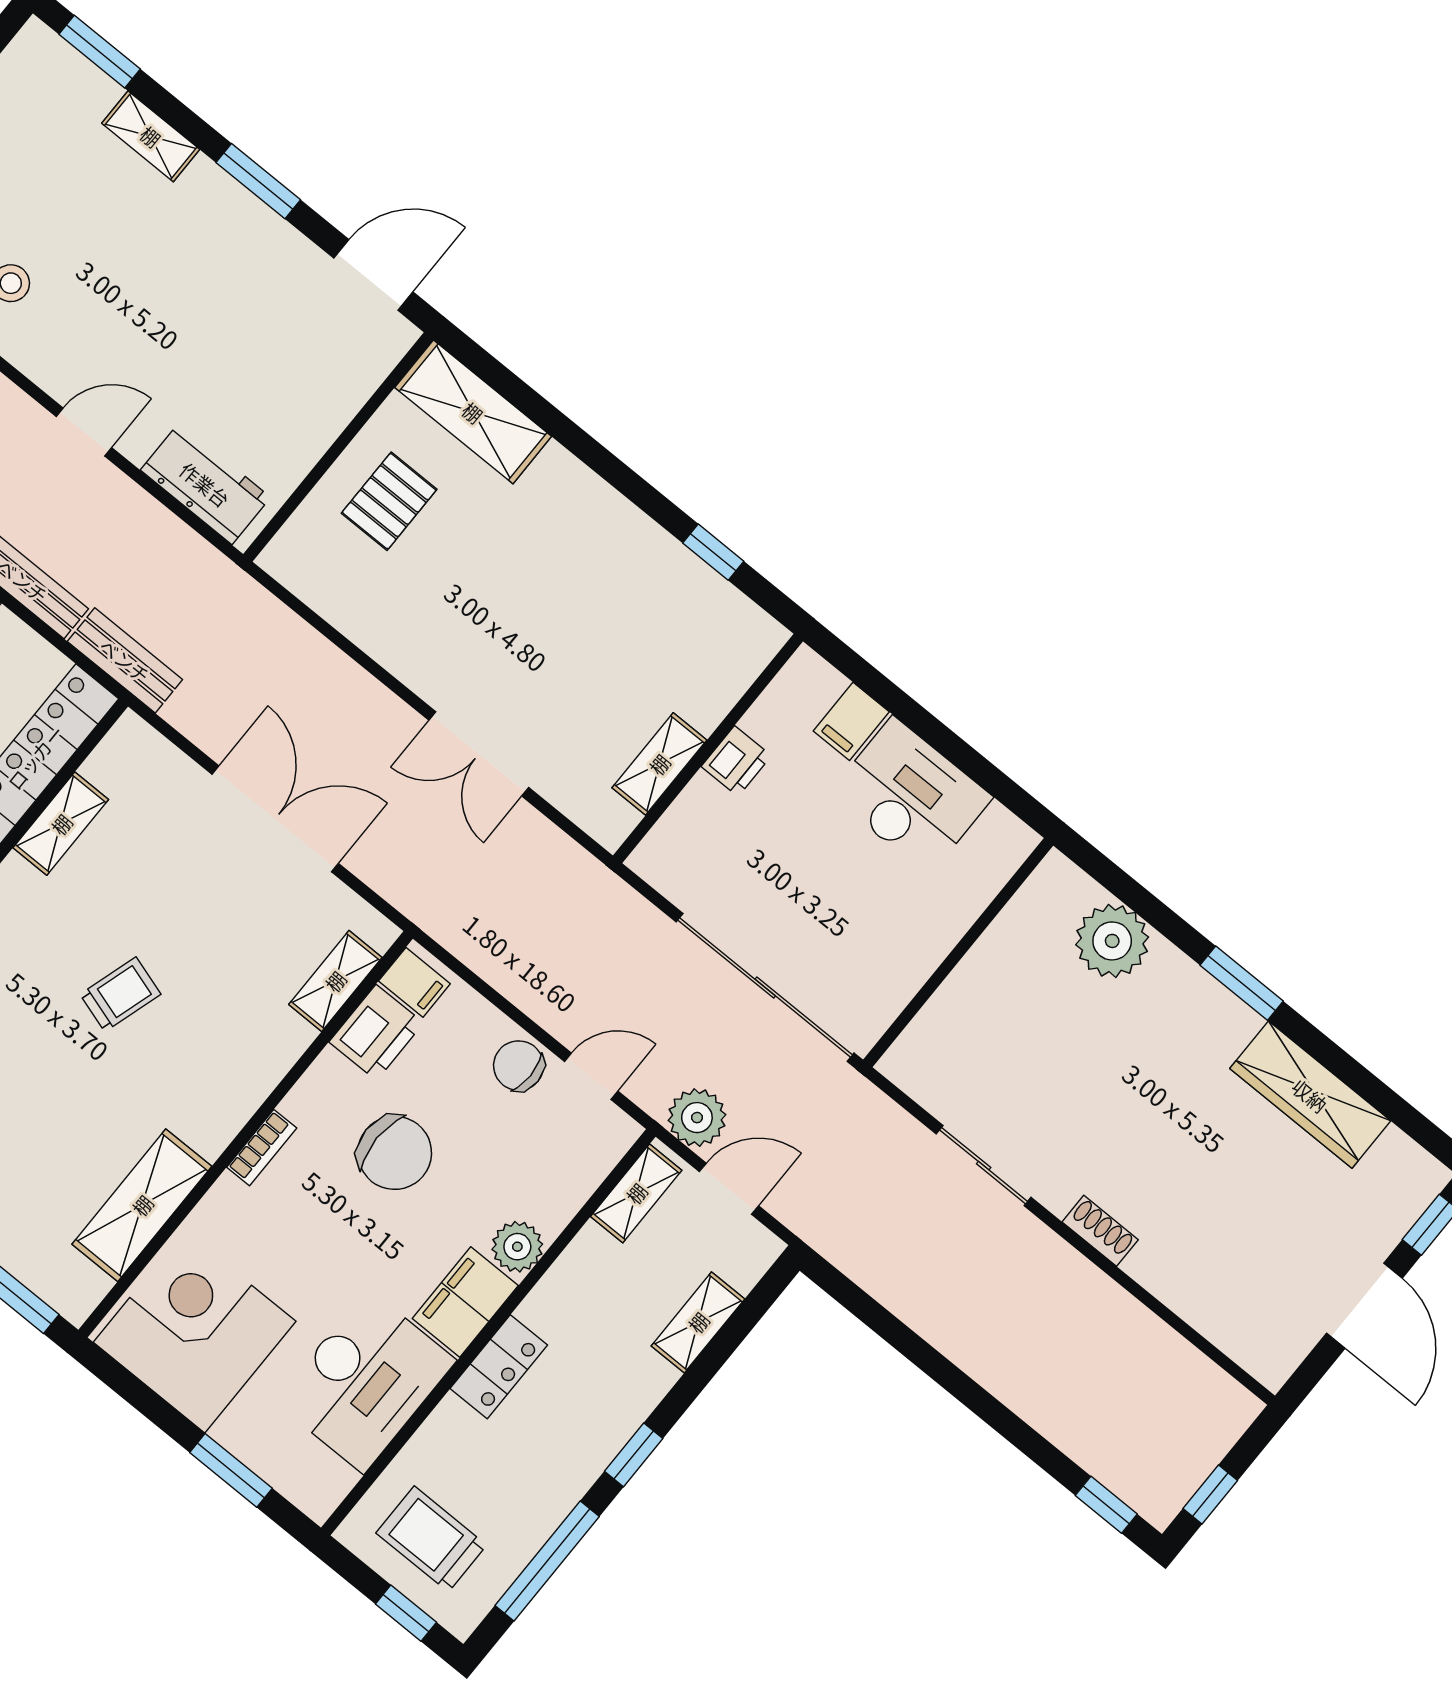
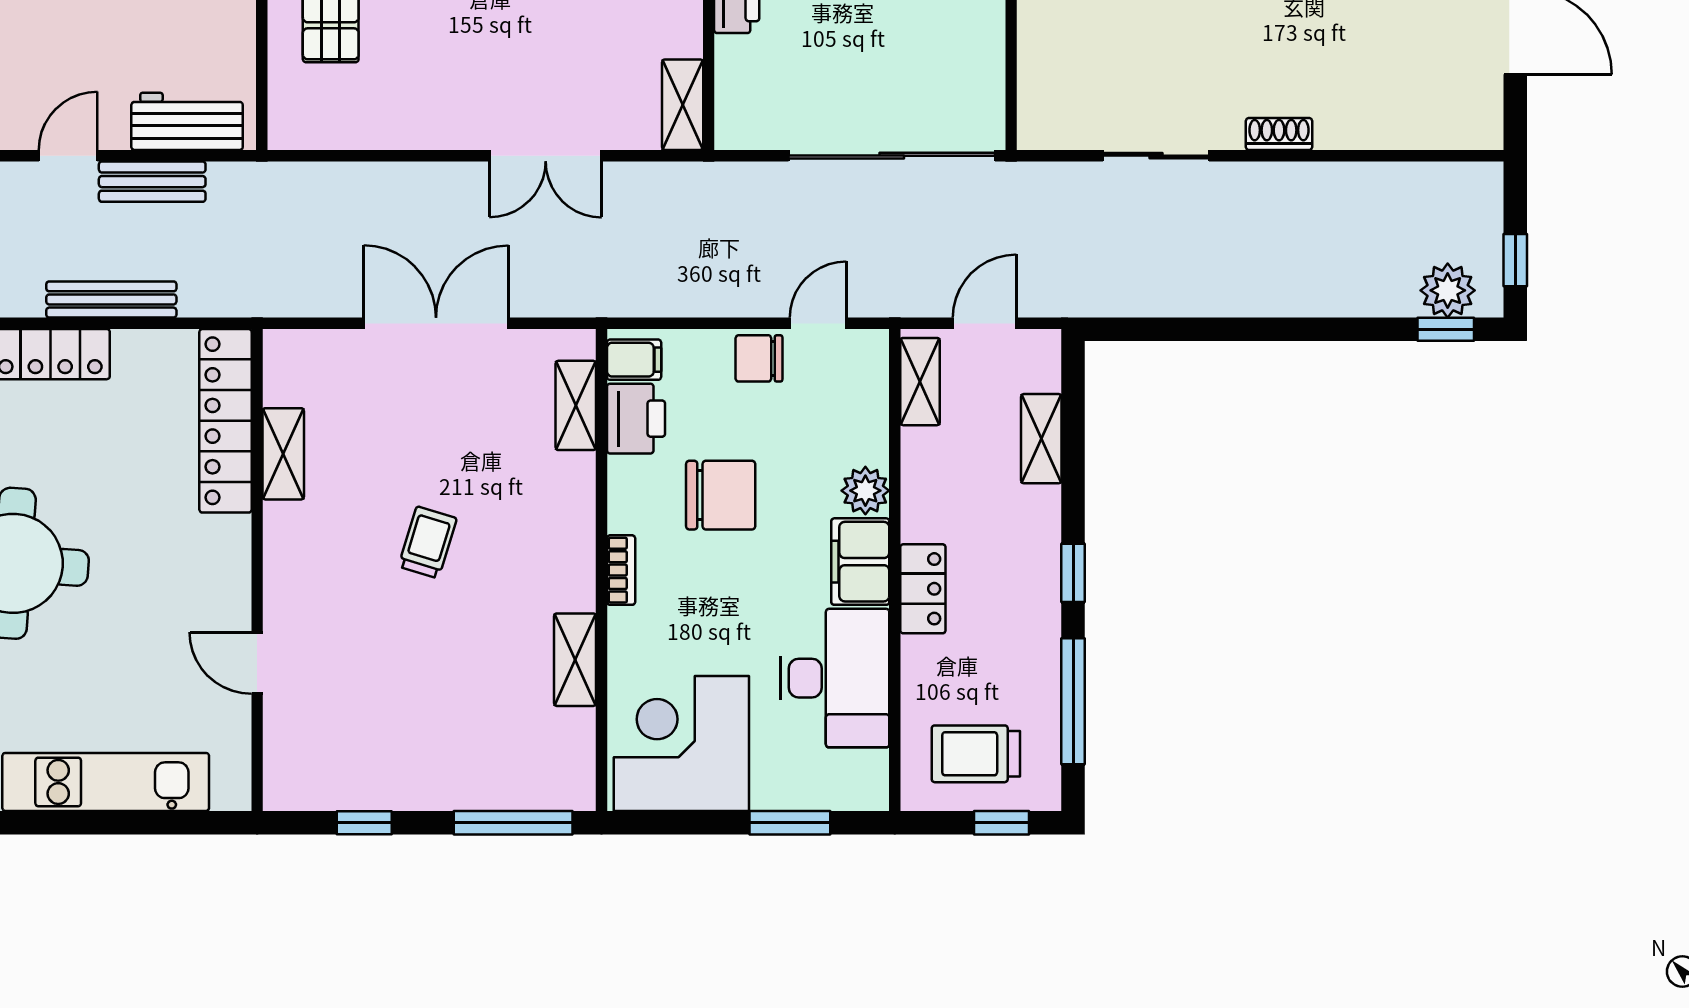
bench: (125, 660) -> (152, 182), moved
shelving: (659, 764) -> (683, 105), moved
plant: (697, 1118) -> (1448, 290), moved
shelving: (142, 1205) -> (575, 660), width x0.67, depth x0.75

